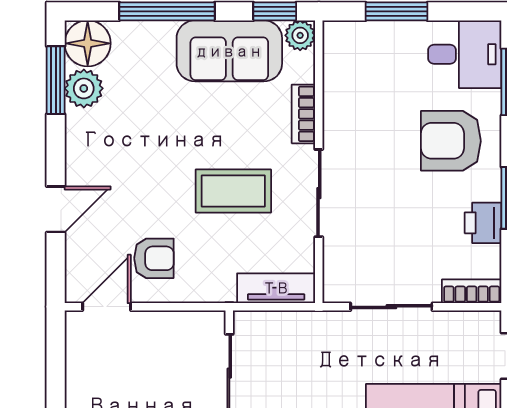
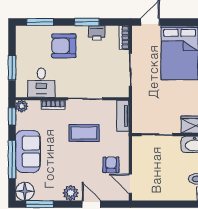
sofa: (229, 51) -> (28, 151), moved
desk: (465, 54) -> (41, 83), moved, turned 180
plant: (84, 88) -> (71, 193), moved
armchair: (451, 141) -> (64, 46), turned 90
coffee table: (233, 191) -> (84, 133), turned 90

